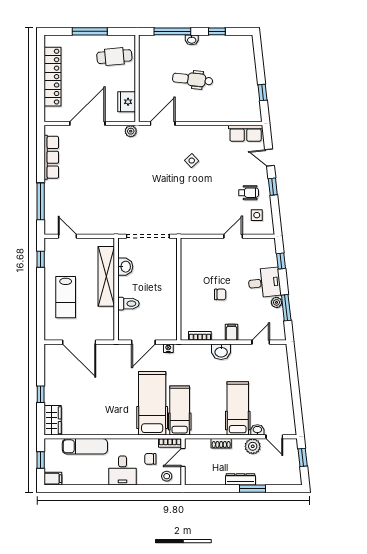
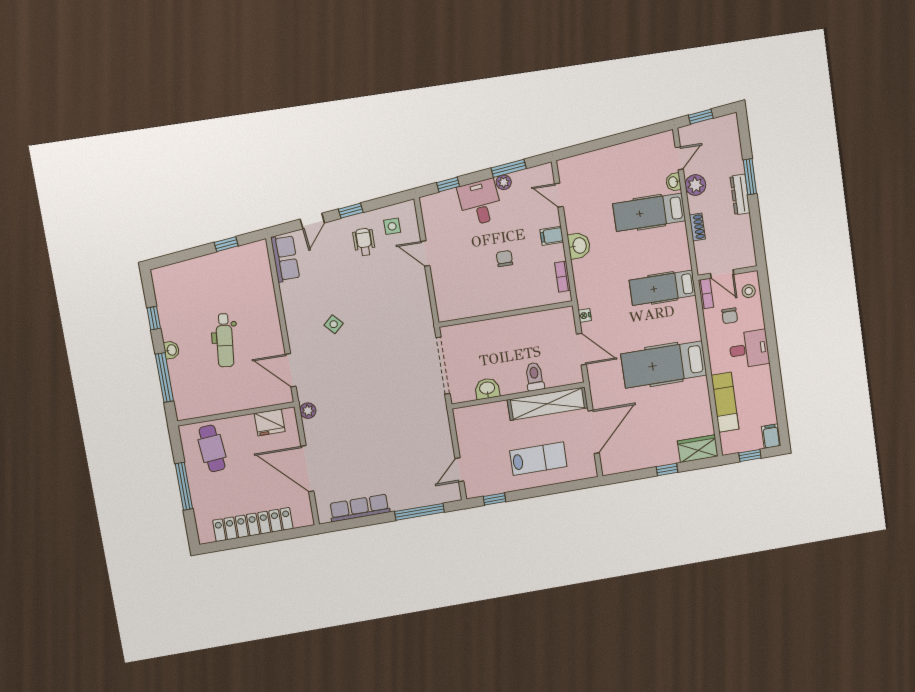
shelving: (106, 276) -> (548, 404), moved
hospital bed: (152, 403) -> (664, 364), moved

